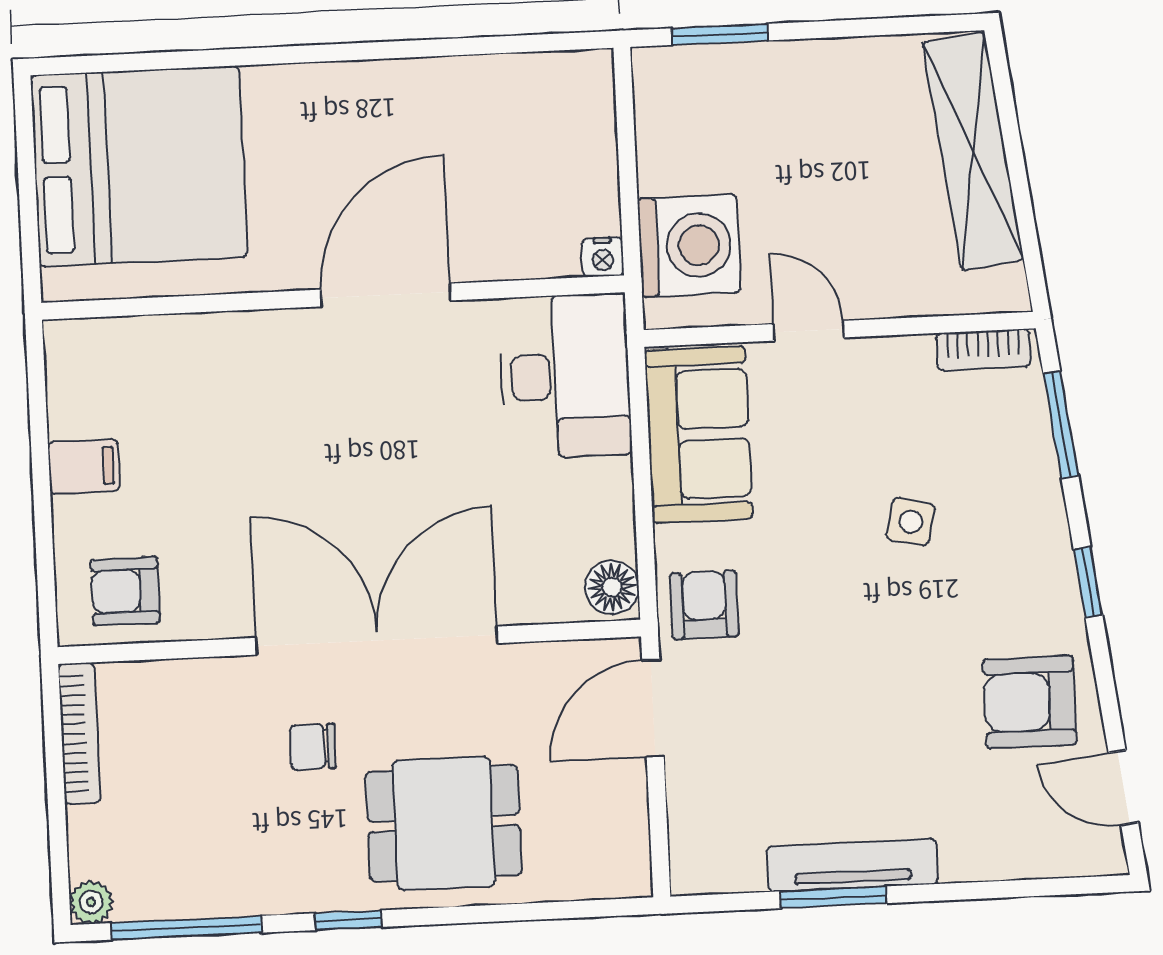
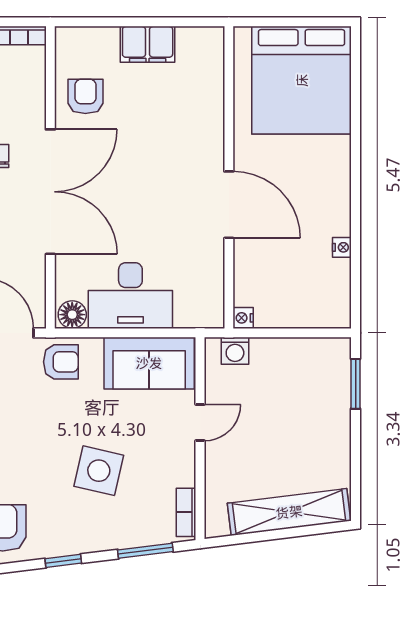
nightstand: (458, 73) -> (342, 247), added
washing machine: (689, 246) -> (235, 351), width x0.53, depth x0.53
desk: (565, 376) -> (130, 296), moved
filing cabinet: (84, 467) -> (148, 44), width x2.00
side table: (911, 522) -> (99, 471), width x1.87, depth x1.87
armchair: (125, 591) -> (85, 96), moved

